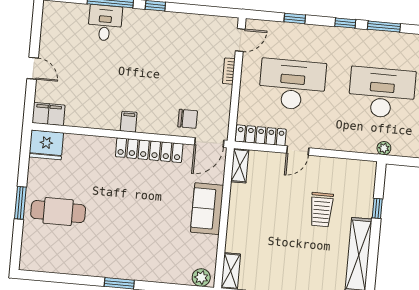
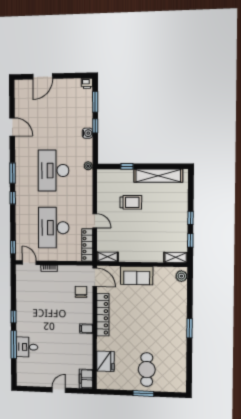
window: (295, 18) -> (13, 247), moved
fridge: (46, 145) -> (105, 361), moved

